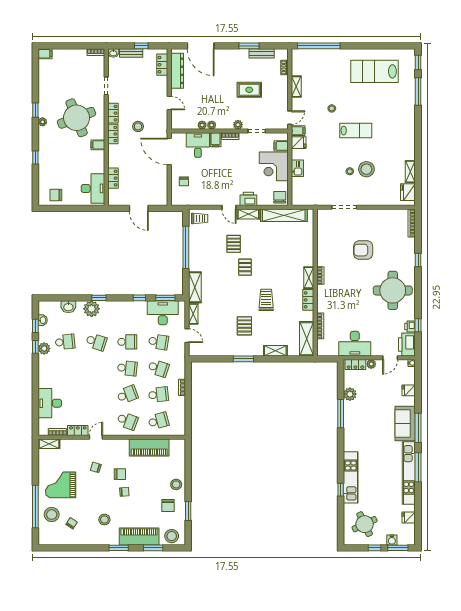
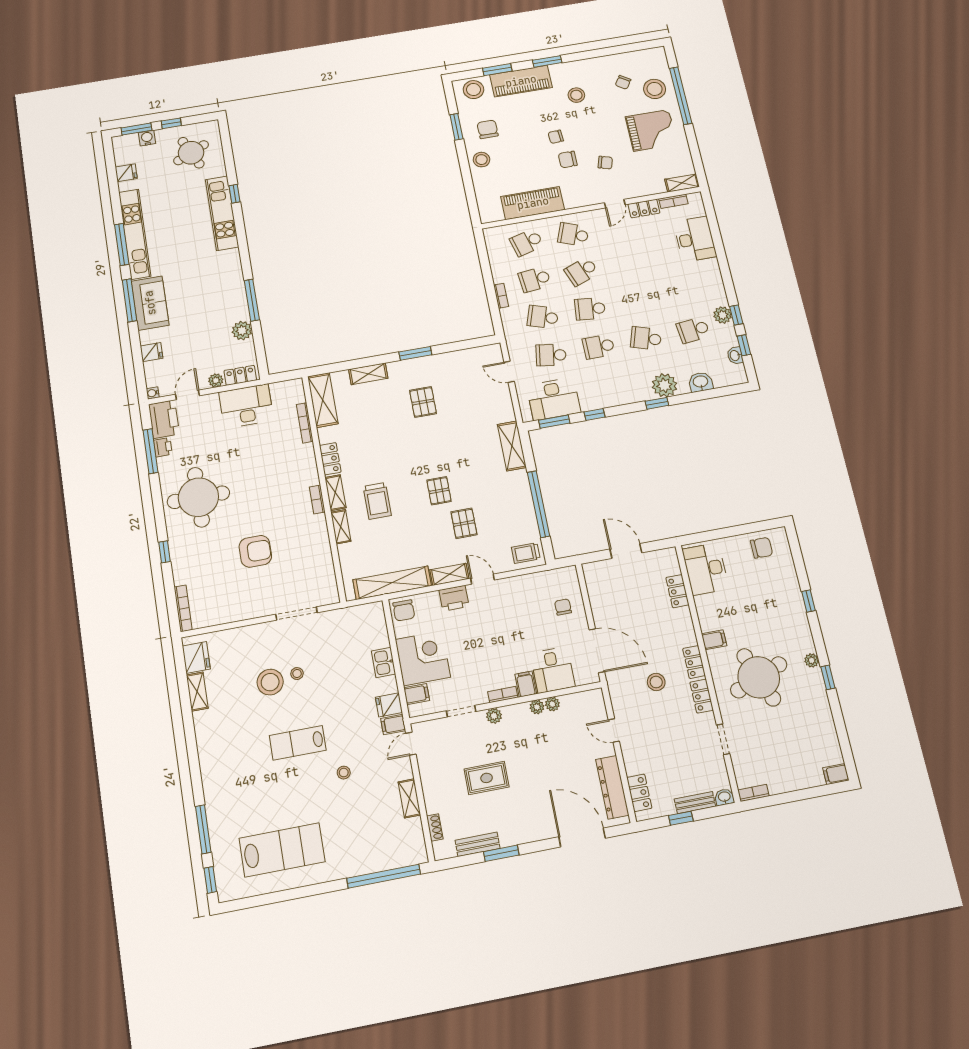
trolley: (266, 300) -> (377, 501), moved
shelving: (193, 314) -> (341, 527), moved
window: (418, 325) -> (151, 451), width x2.17

